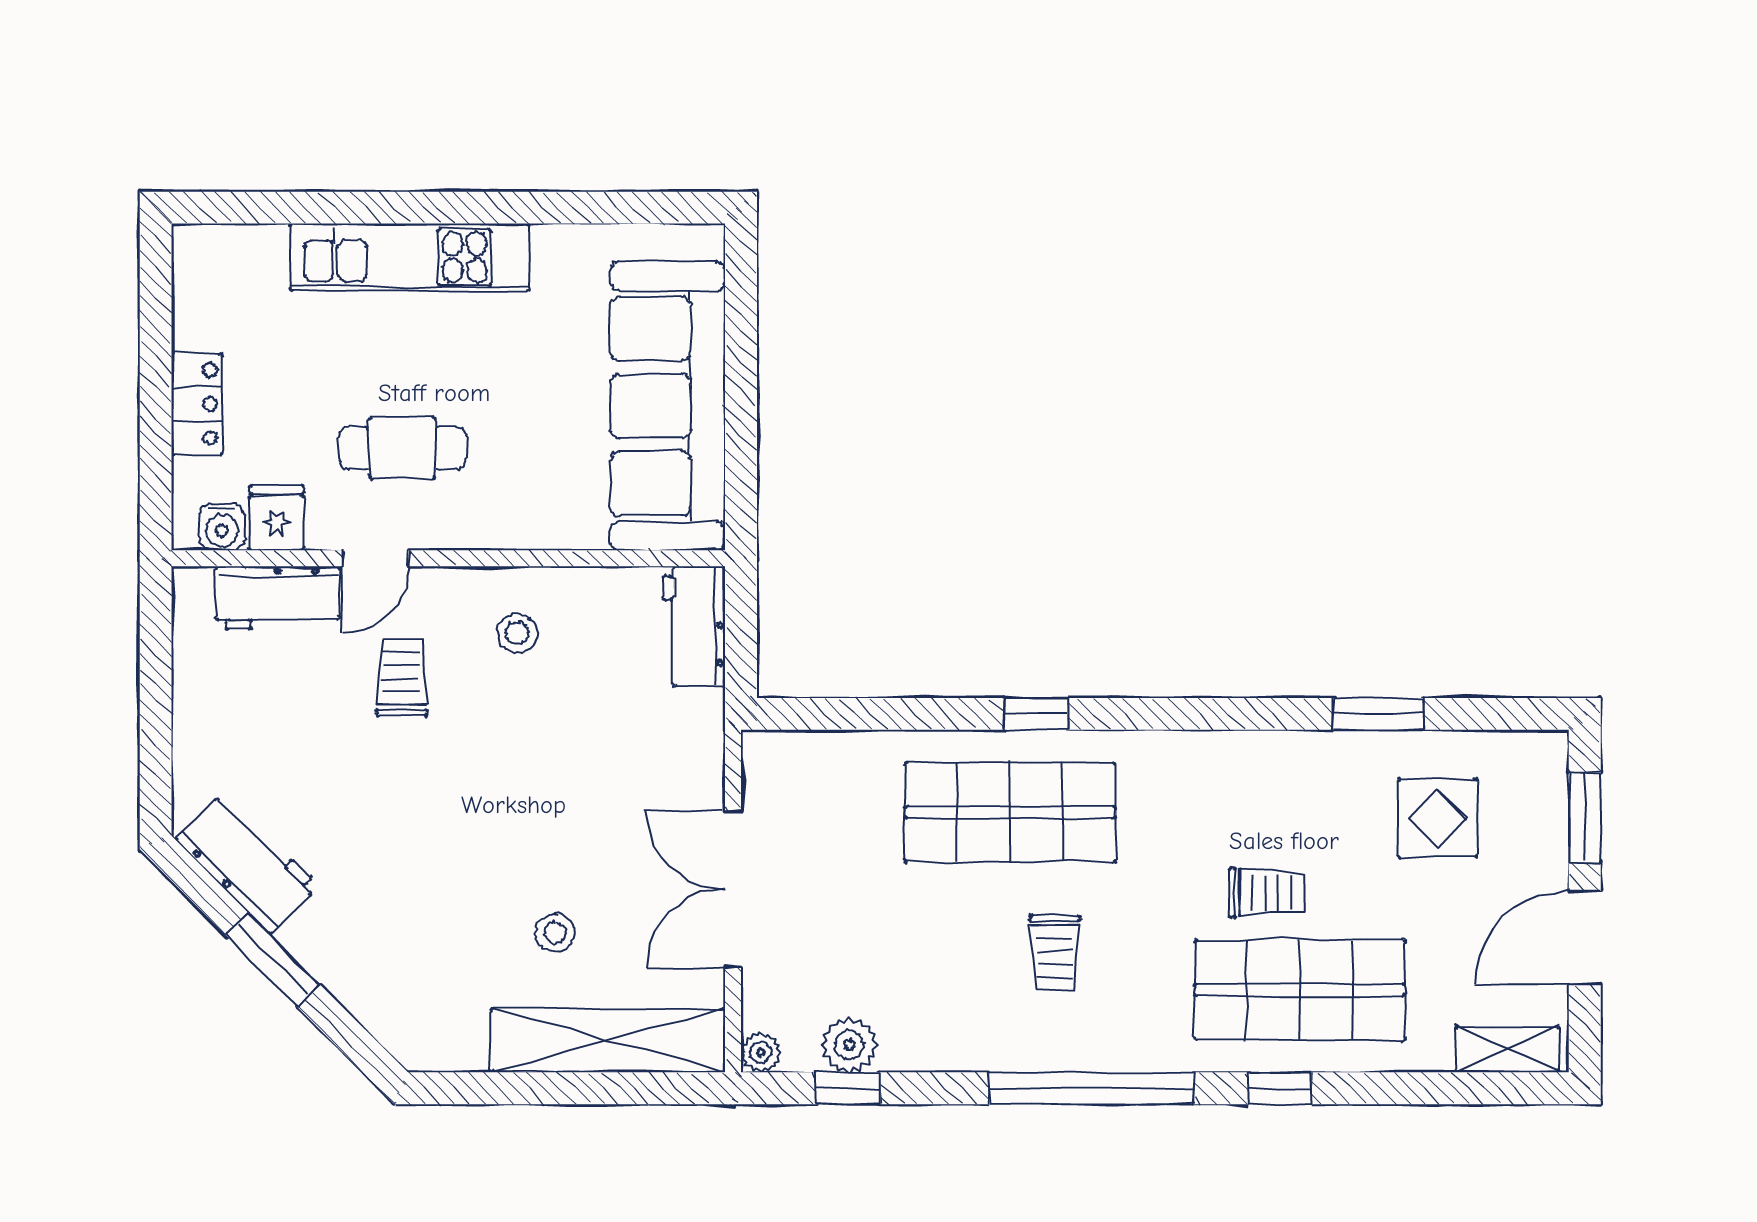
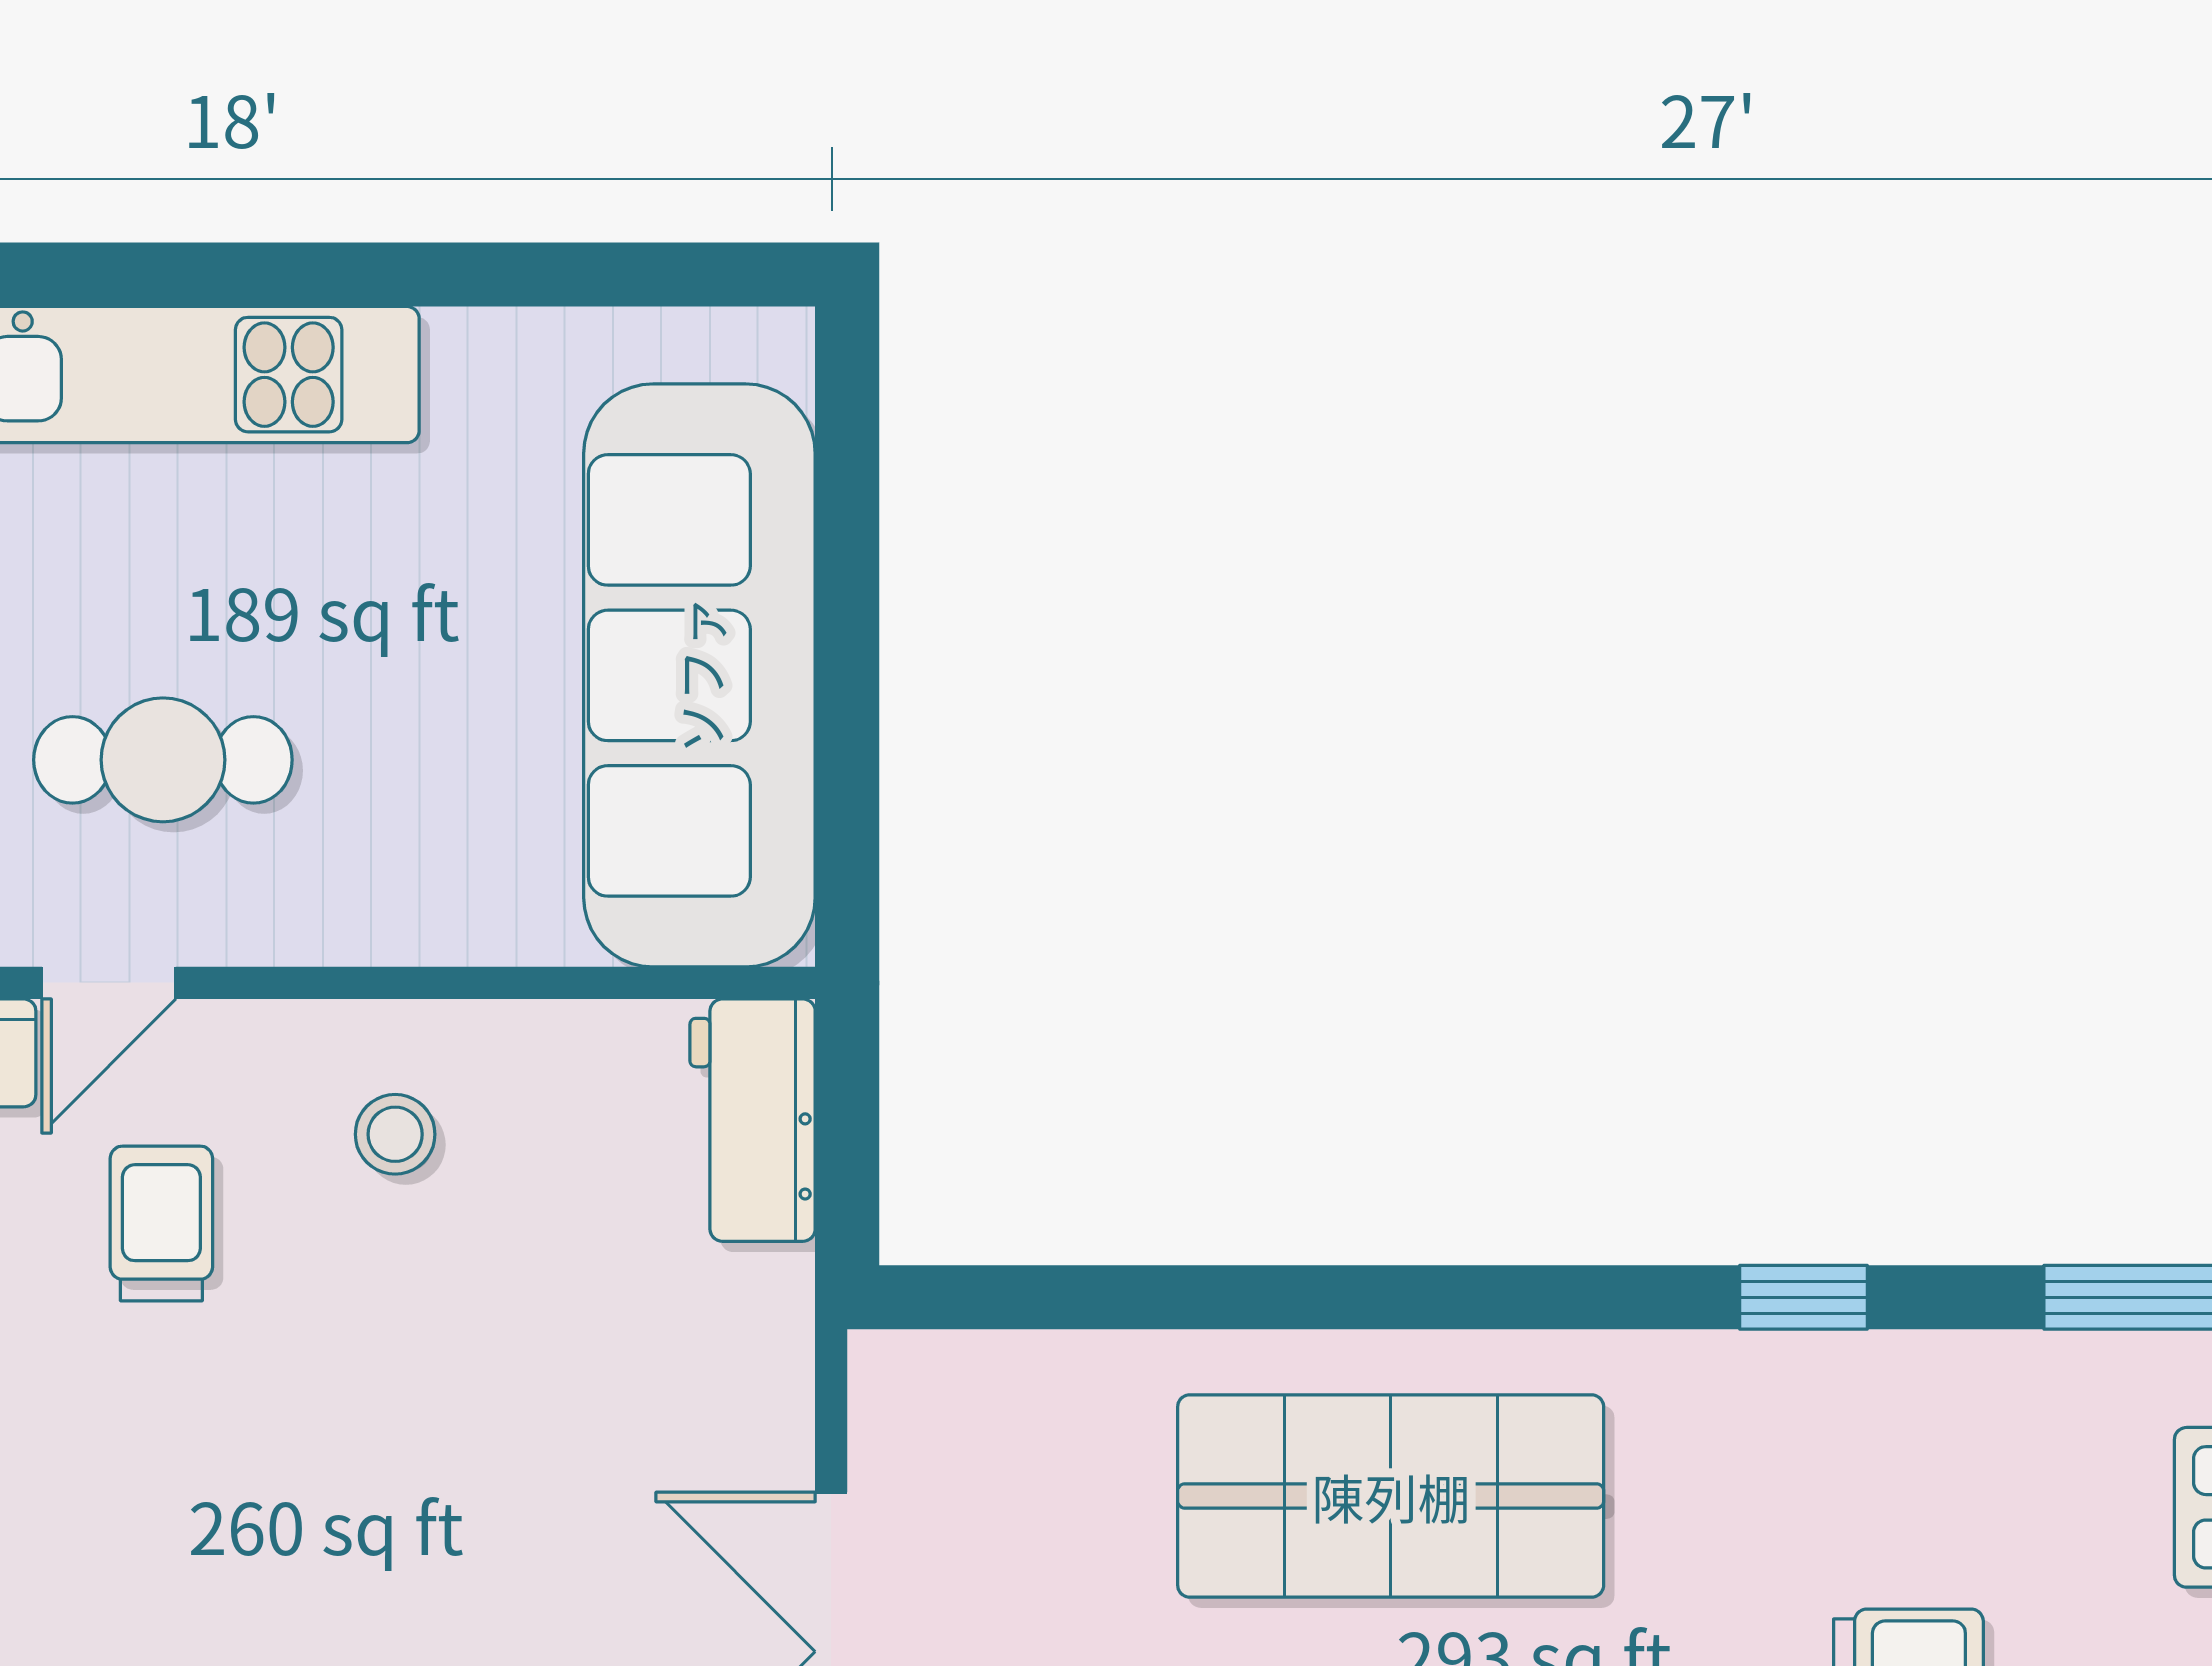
window: (1036, 714) -> (1804, 1297), moved

